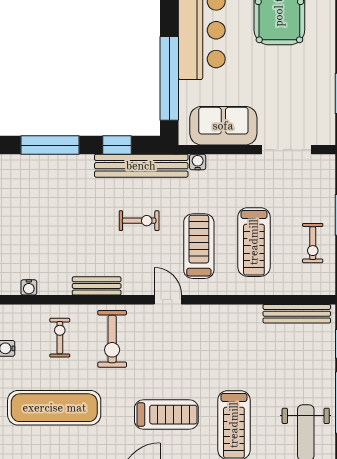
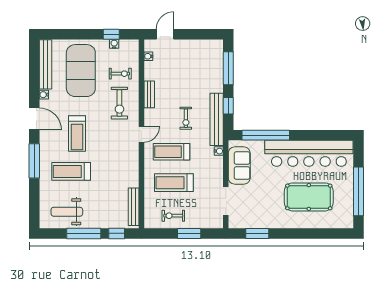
treadmill: (199, 246) -> (172, 152), turned 180
exercise bike: (112, 339) -> (119, 103), turned -90
exercise mat: (54, 408) -> (81, 71), width x1.47

